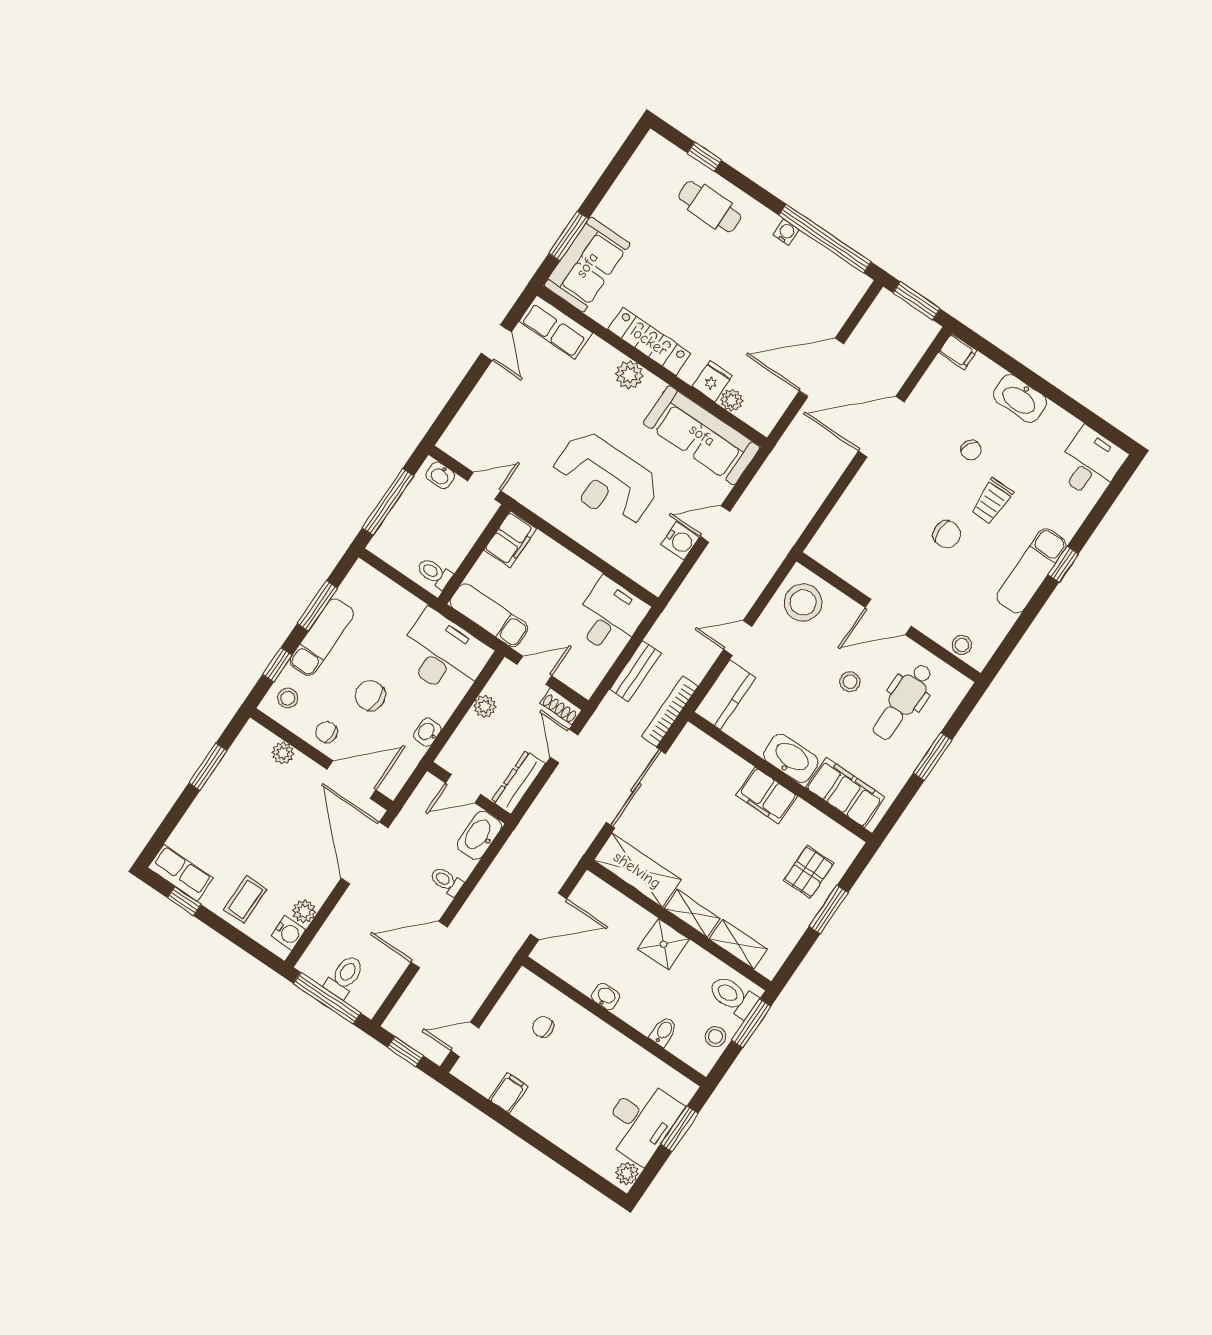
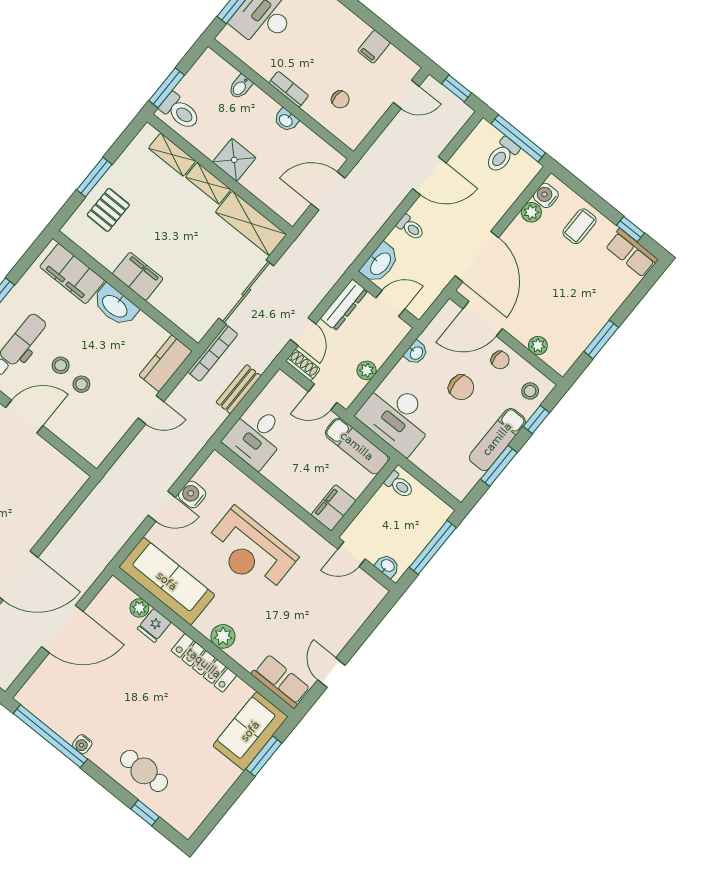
reception desk: (605, 479) -> (250, 551), turned 180
stool: (803, 602) -> (81, 384), moved, width x0.53, depth x0.53
bookcase: (606, 1034) -> (289, 89), added
stool: (715, 1037) -> (197, 79), removed

